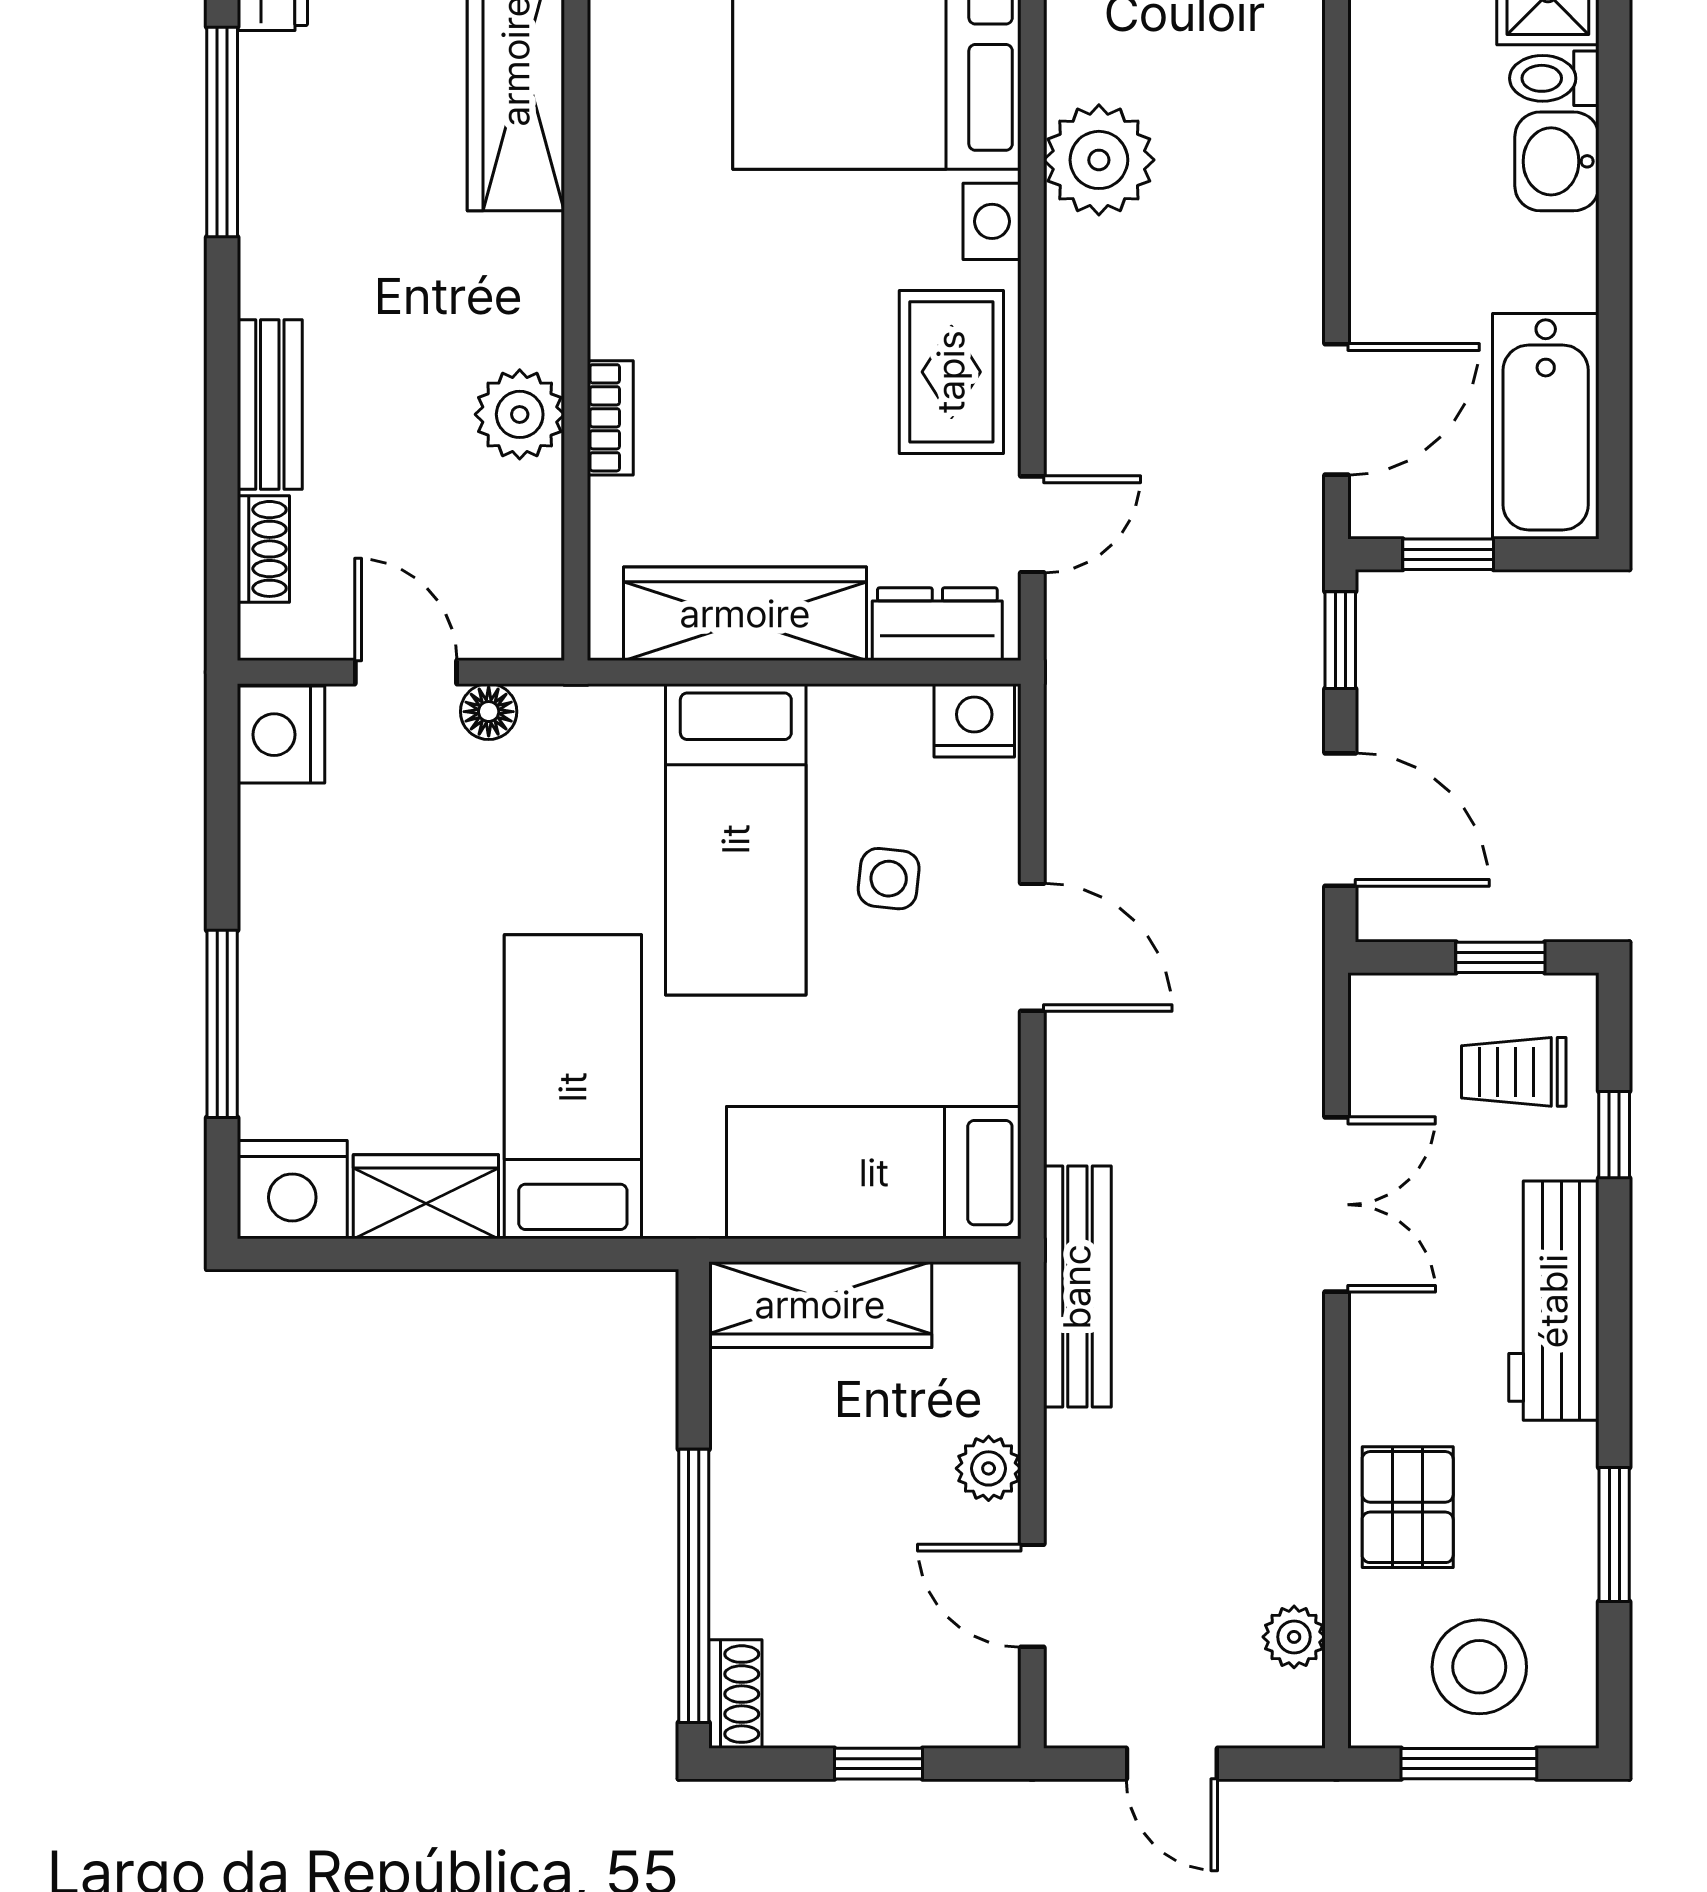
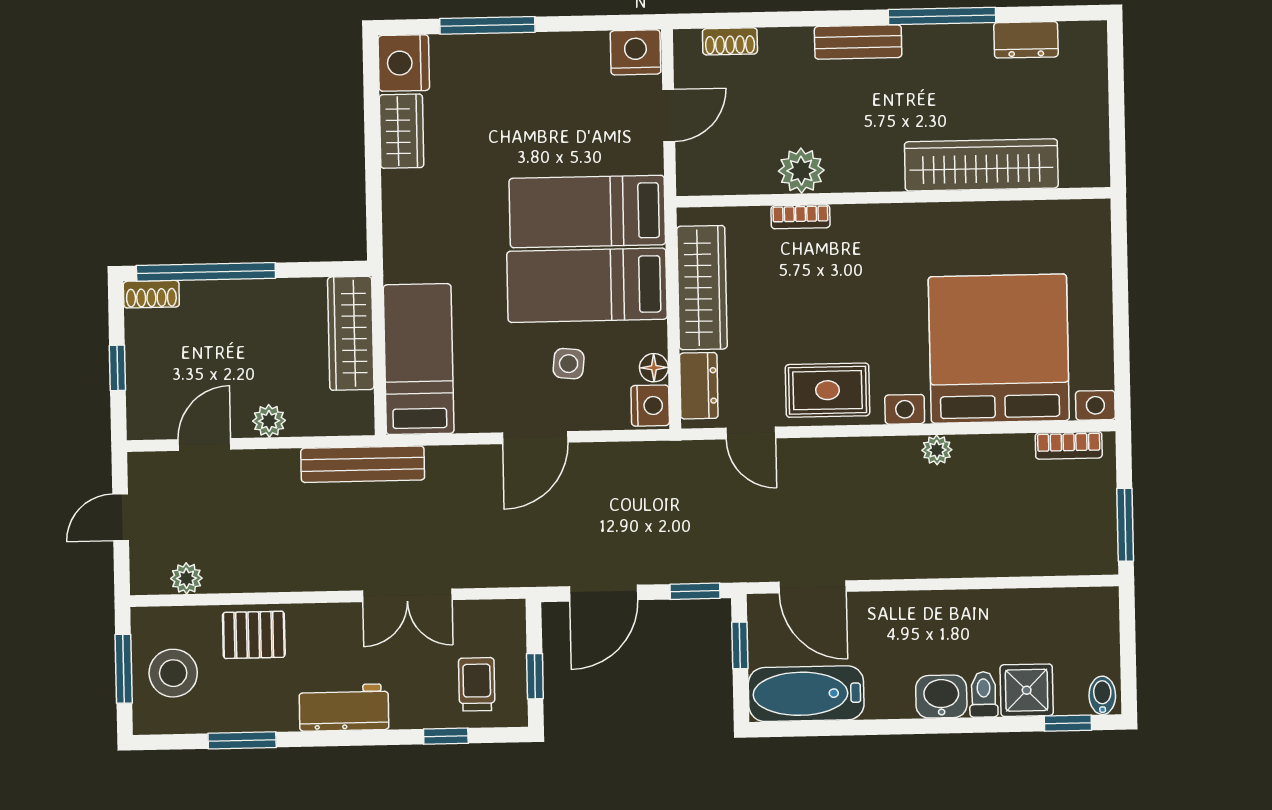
plant: (1099, 160) -> (937, 450), width x0.53, depth x0.53
bench: (270, 405) -> (858, 42), moved
floor lamp: (489, 712) -> (654, 368), moved
bed: (573, 1087) -> (587, 212), moved, turned 180
workbench: (1554, 1301) -> (344, 708), width x0.73

